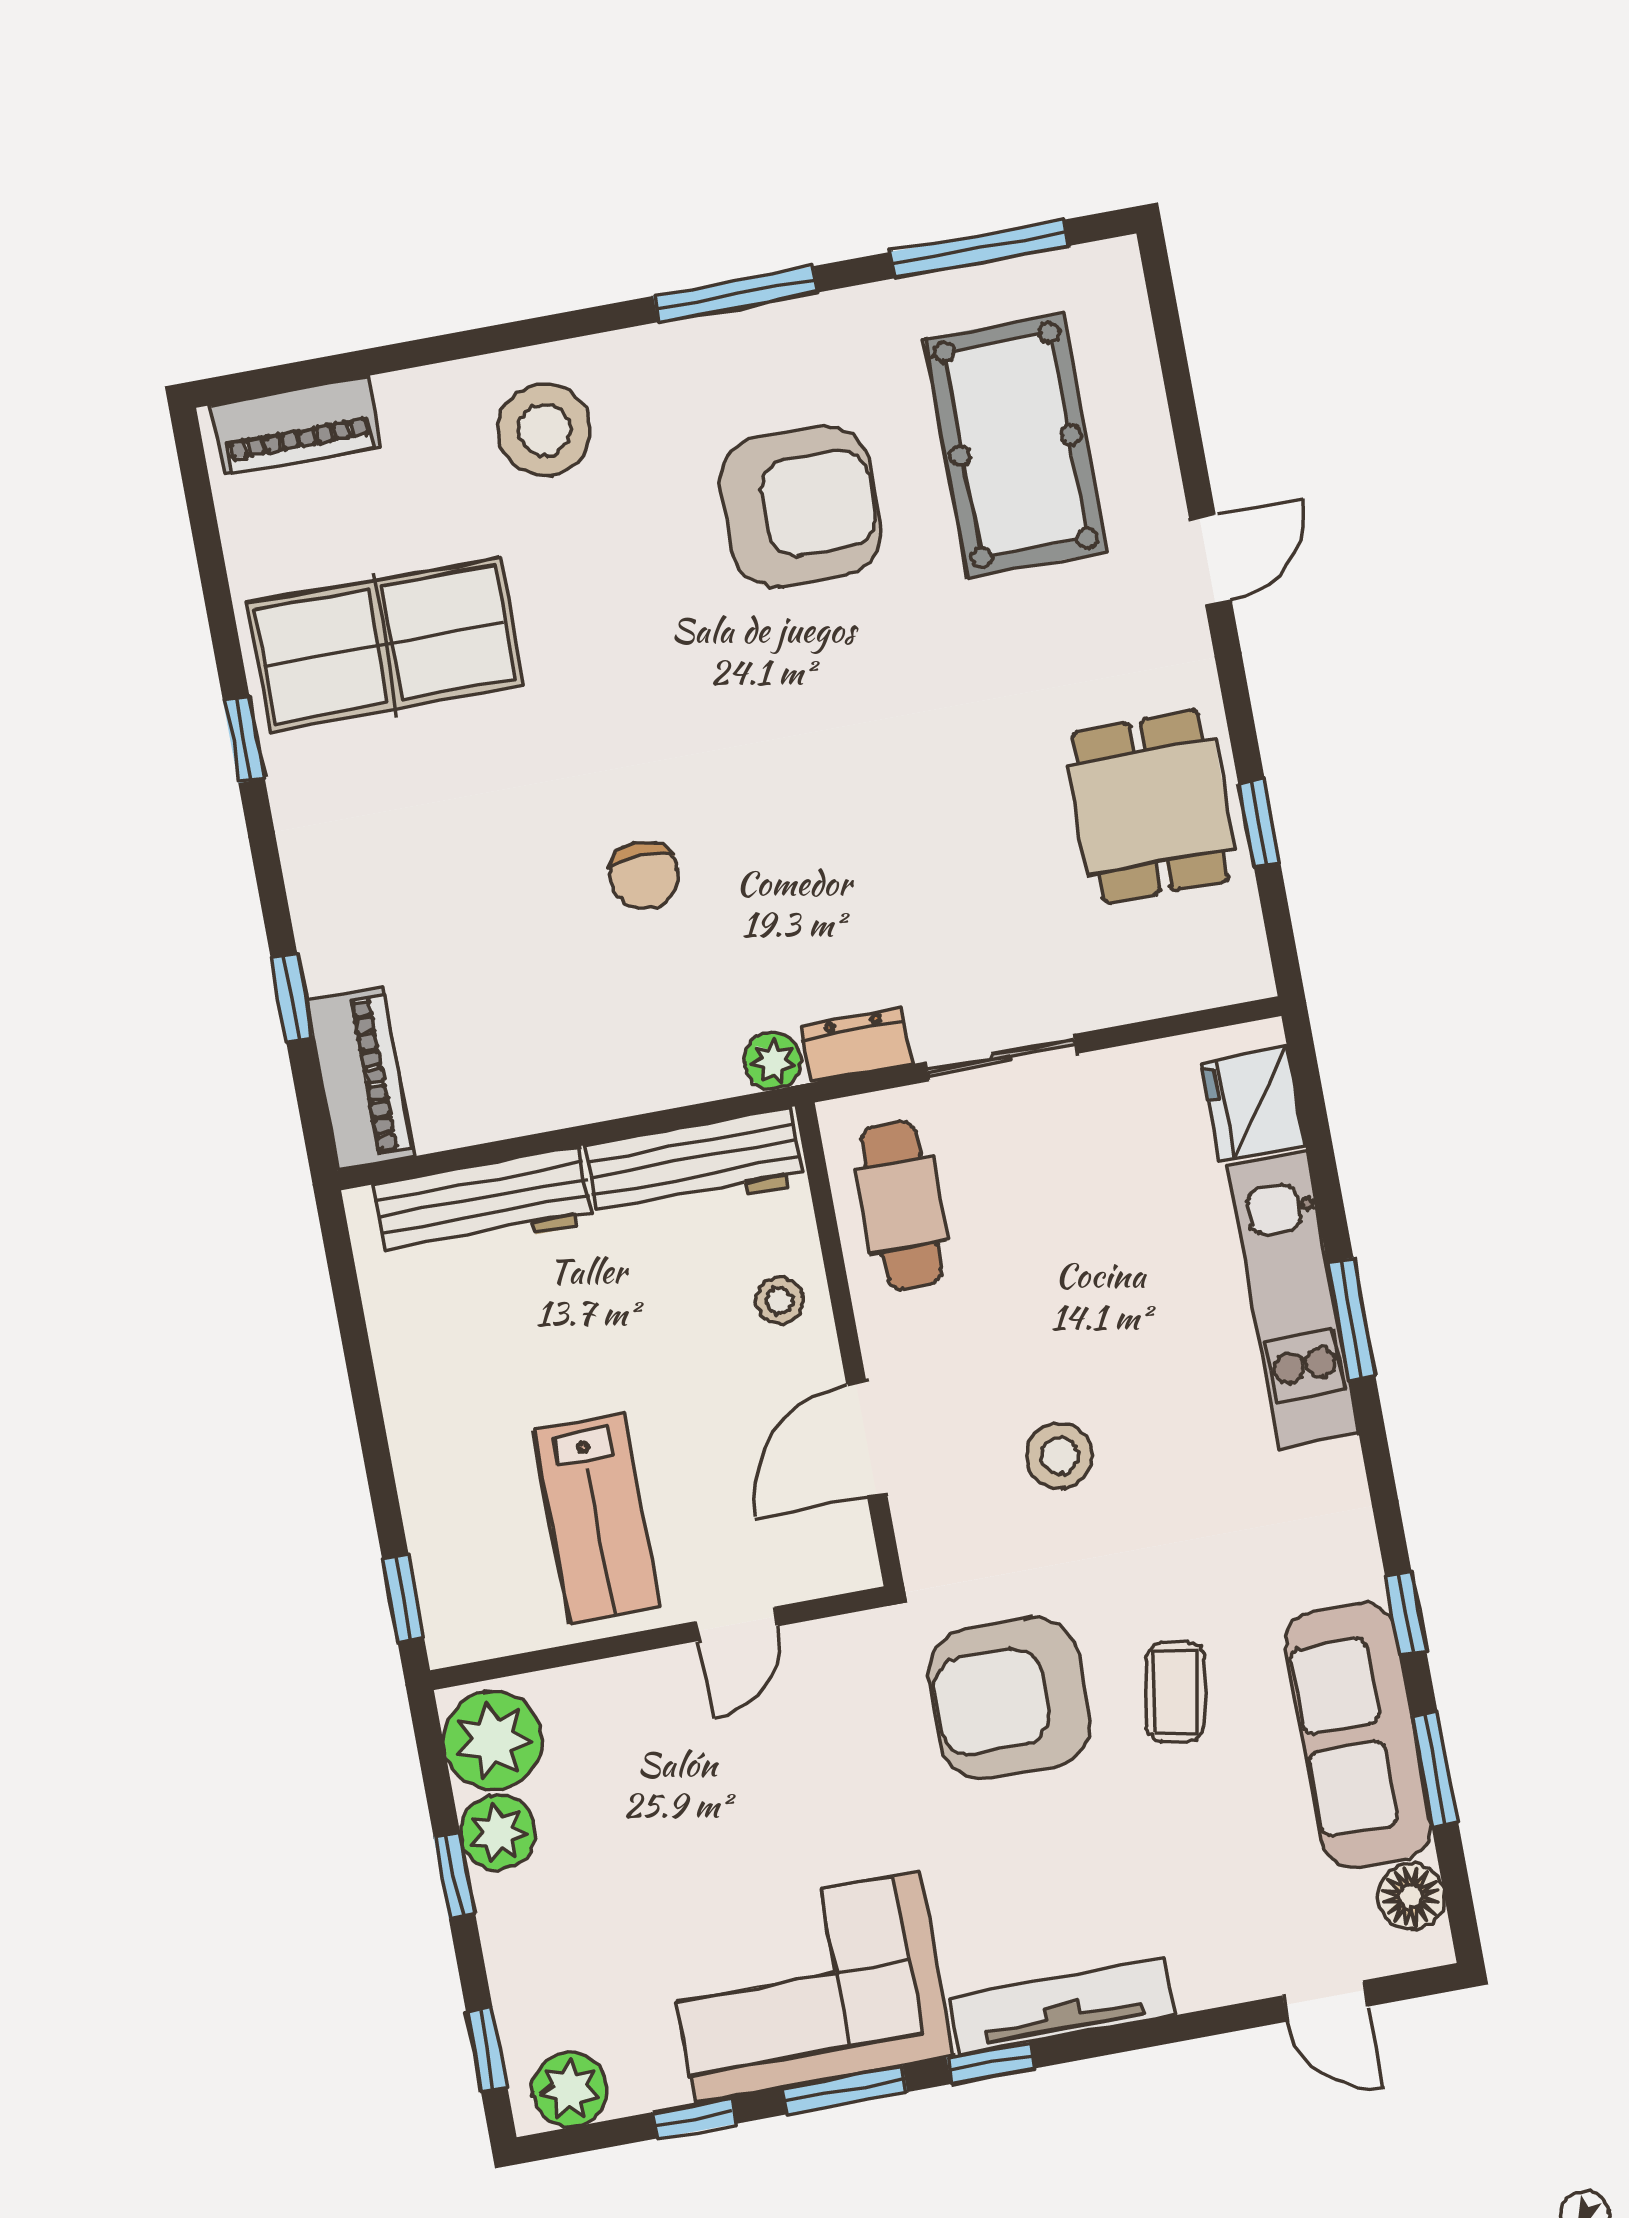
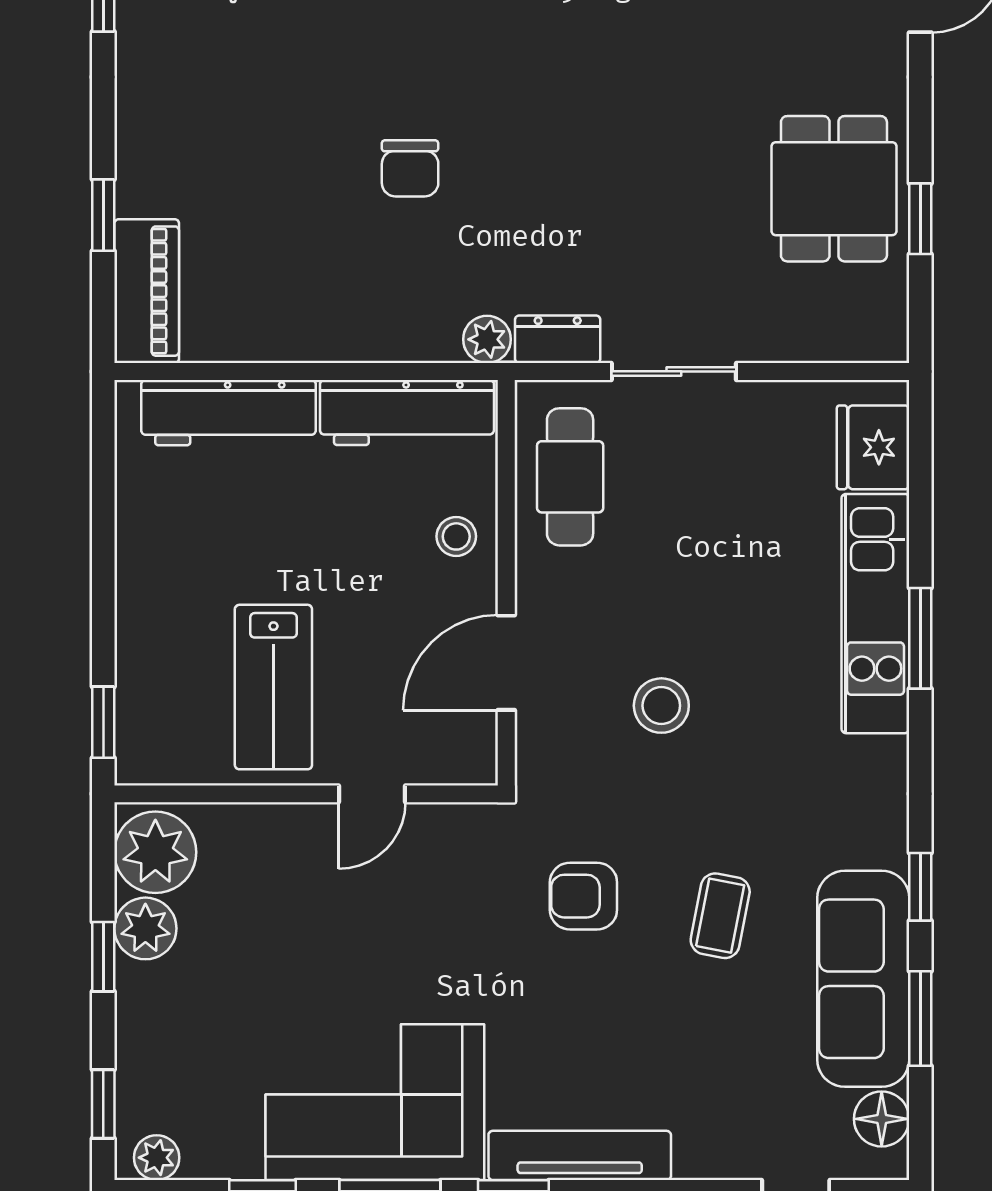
armchair: (1009, 1698) -> (583, 896), width x0.53, depth x0.53
plant: (570, 2089) -> (157, 1158), width x0.73, depth x0.73

